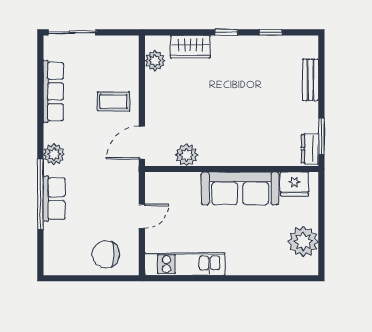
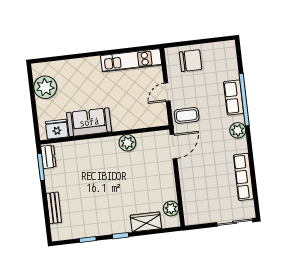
coffee table: (114, 102) -> (187, 115), moved
plant: (187, 155) -> (127, 143), moved
sofa: (240, 188) -> (89, 122), width x0.73

